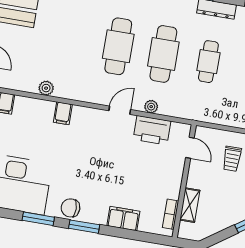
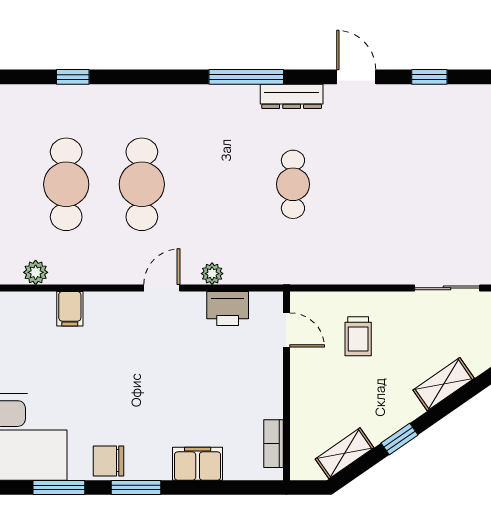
cafe table: (163, 54) -> (66, 184), moved
printer: (152, 130) -> (228, 309), width x0.73, depth x0.84
shelving: (190, 205) -> (344, 453), moved, turned 55

